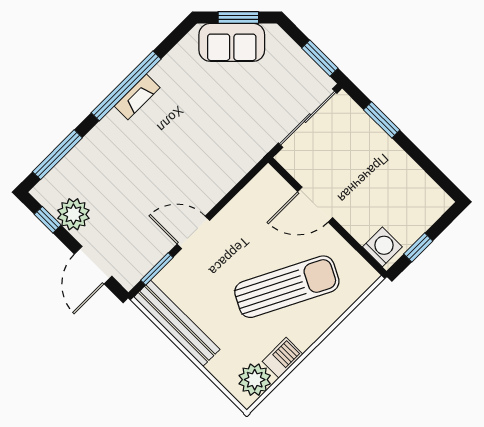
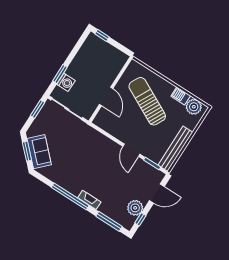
fireplace: (137, 97) -> (89, 200), moved
washing machine: (382, 247) -> (66, 82), moved, turned 180
window: (418, 247) -> (102, 35), moved

